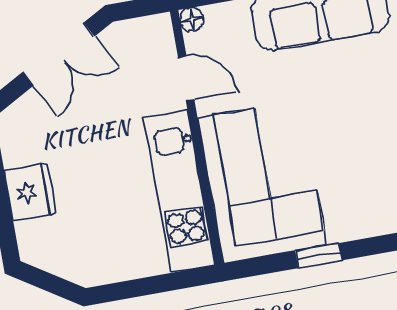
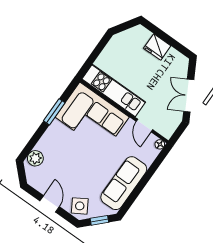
door: (186, 78) -> (144, 126), hinge flipped
window: (319, 256) -> (54, 112), width x1.50

